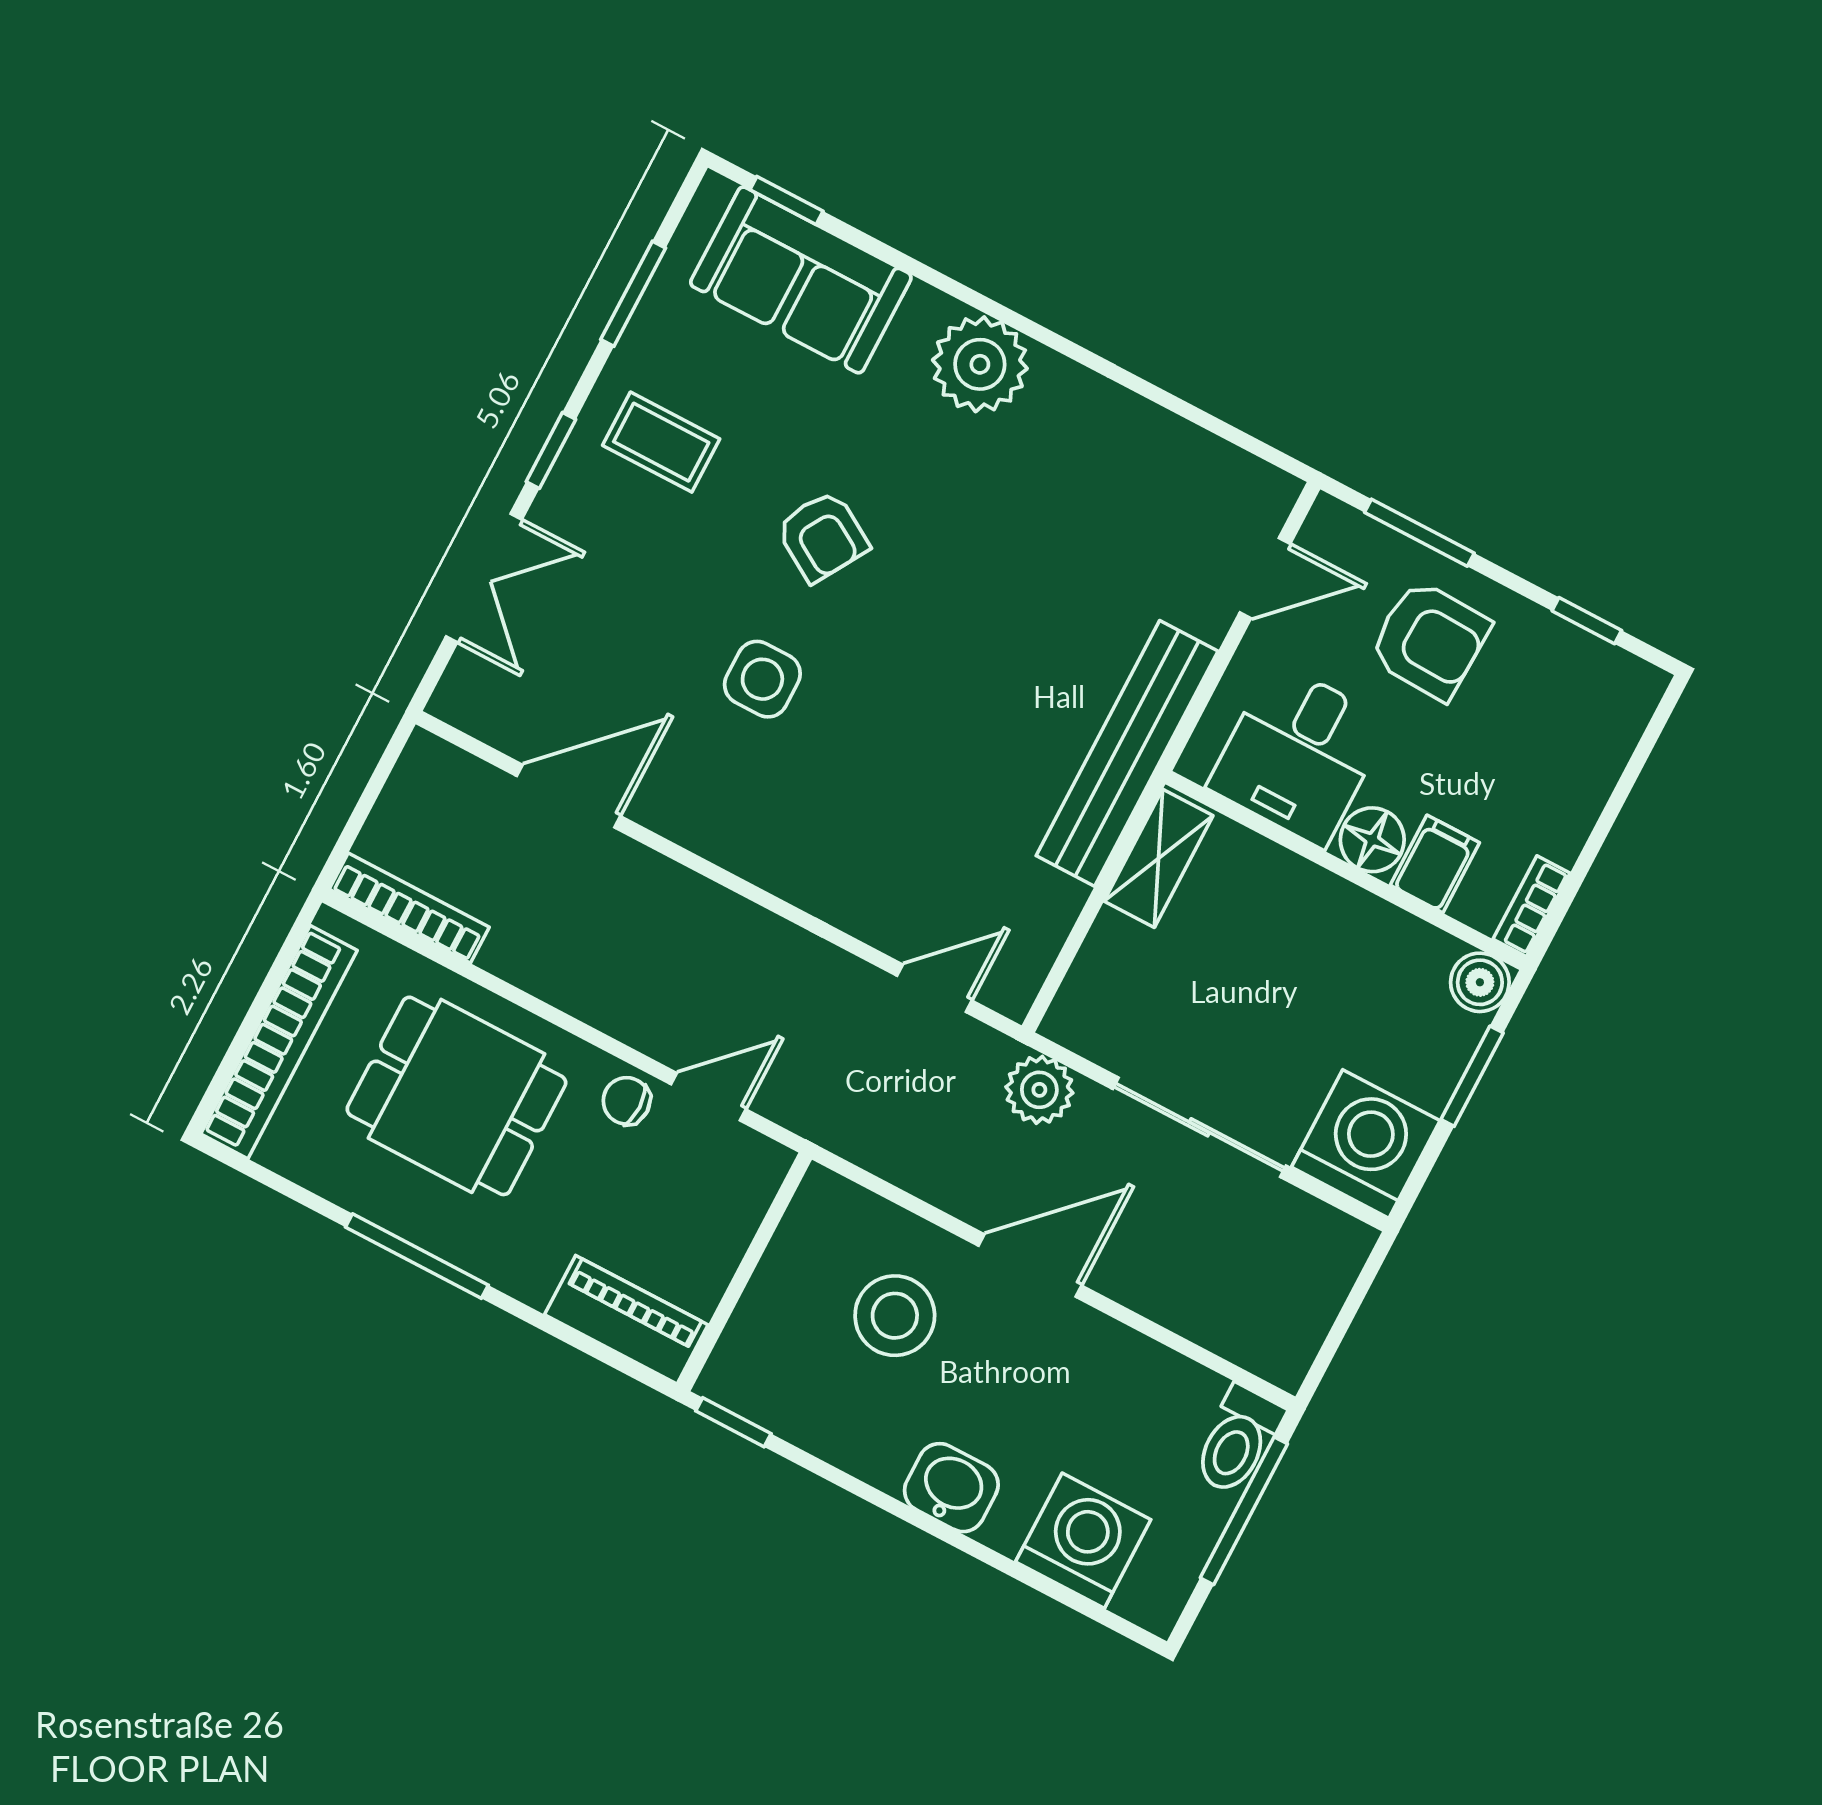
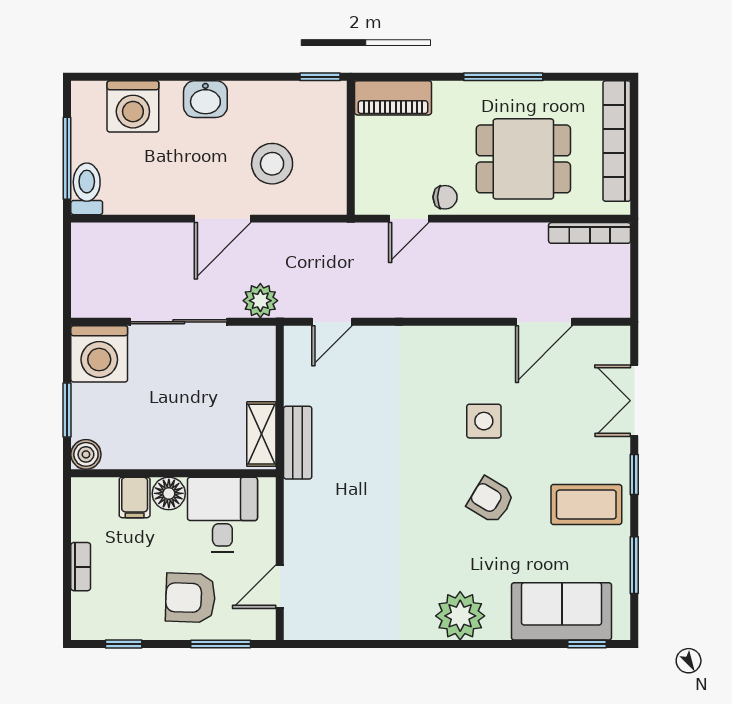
coffee table: (661, 442) -> (586, 505), width x1.36, depth x1.30
bench: (1127, 753) -> (298, 443), width x0.54, depth x0.82
bookcase: (1532, 906) -> (81, 567), moved

